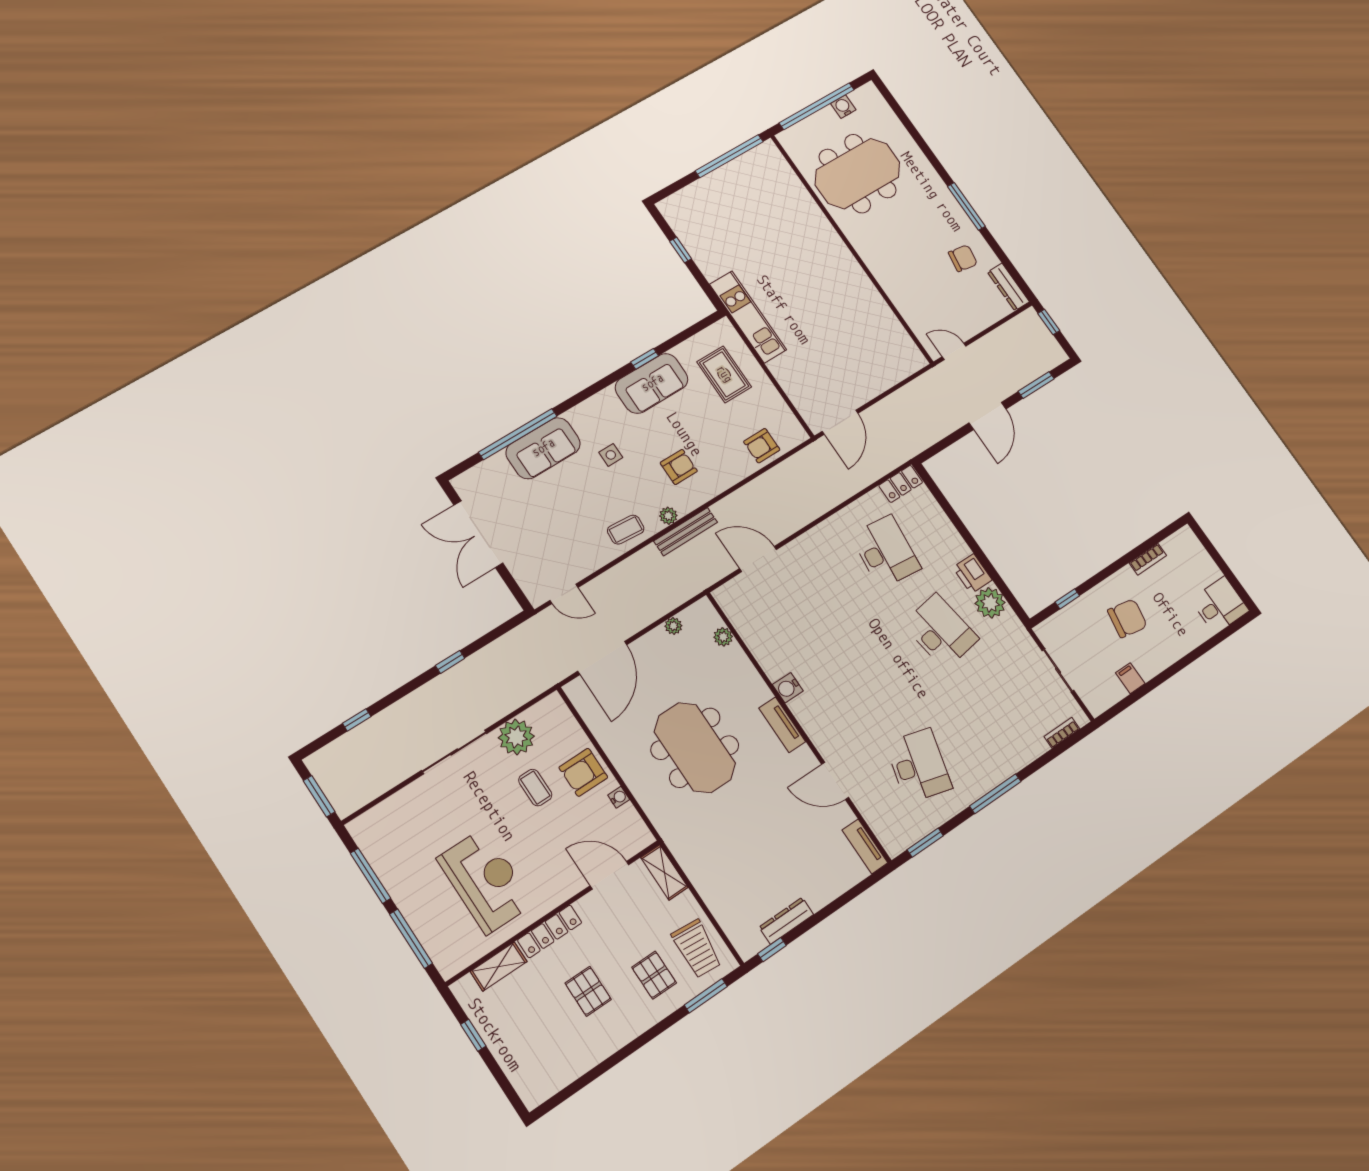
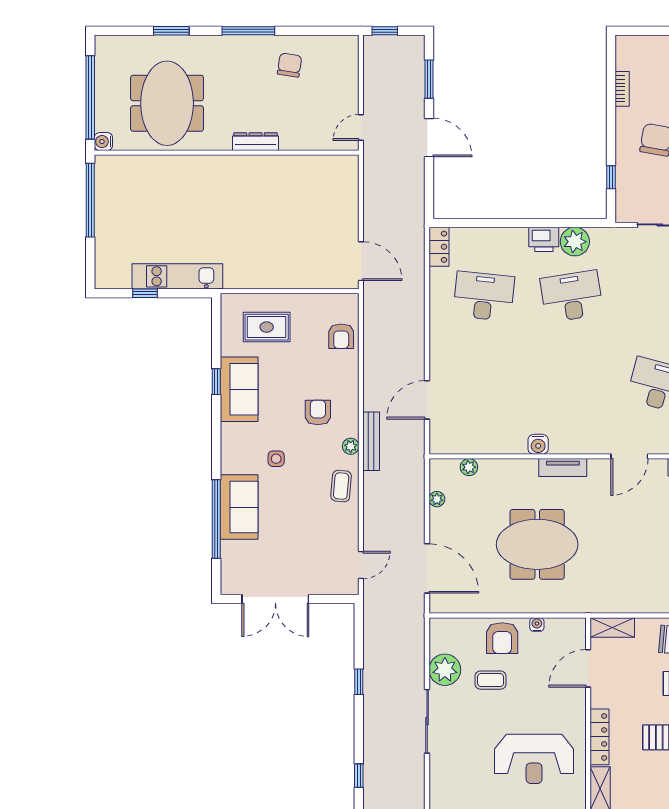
water cooler: (843, 107) -> (103, 142), moved
window: (920, 142) -> (171, 31), added
dresser: (1008, 287) -> (256, 142), moved, turned 180
kitchen unit: (748, 317) -> (177, 276), moved
reception desk: (486, 881) -> (534, 759), turned 180

